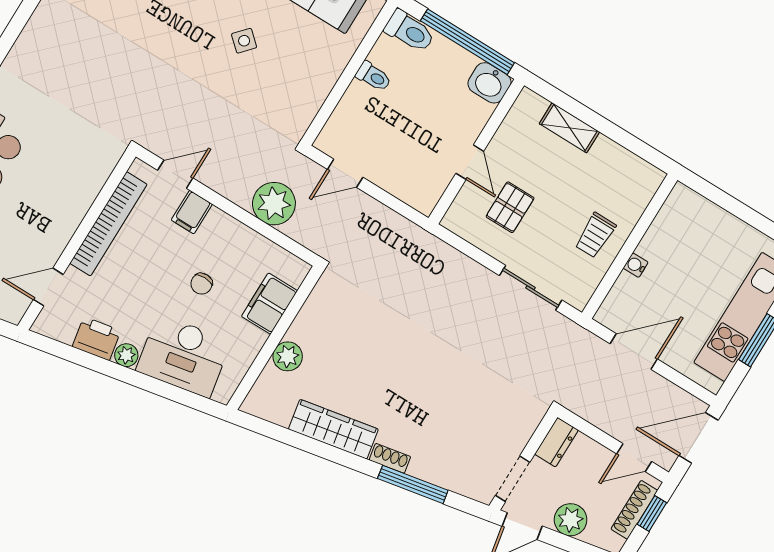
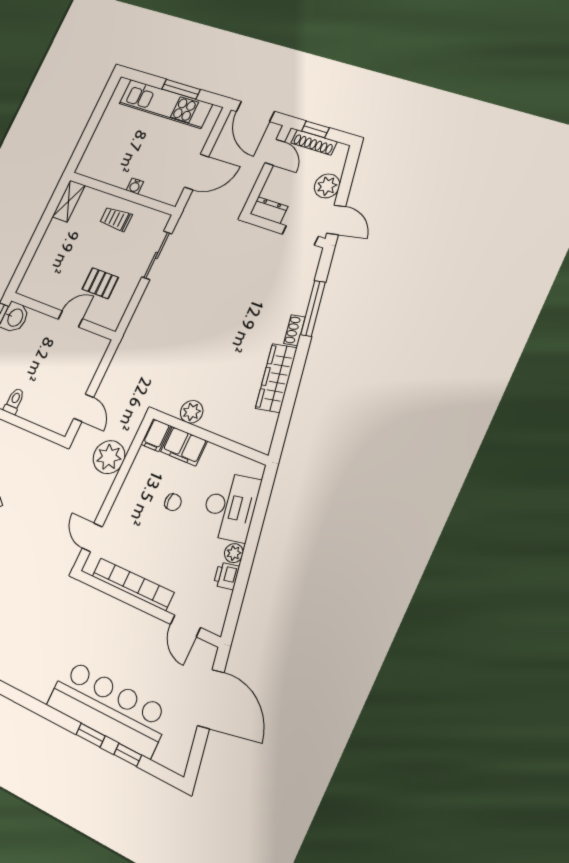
shelving: (569, 128) -> (69, 201), moved
filing cabinet: (192, 212) -> (156, 435), moved, turned 90
trolley: (595, 235) -> (116, 219), turned 180
printer: (97, 339) -> (226, 576), width x0.73, depth x0.81
door: (634, 351) -> (197, 172), swing flipped
plant: (288, 356) -> (192, 412), moved

